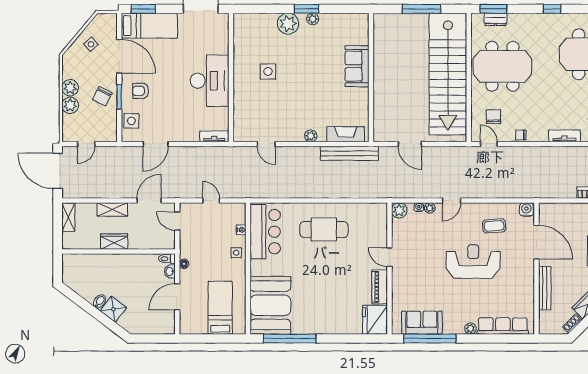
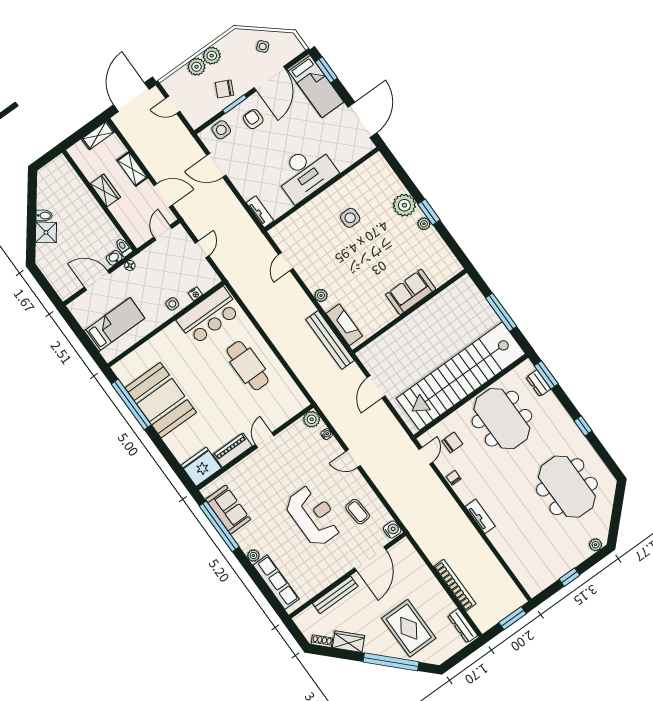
plant: (430, 208) -> (333, 444), removed
booth: (270, 305) -> (161, 400), moved, turned 90

